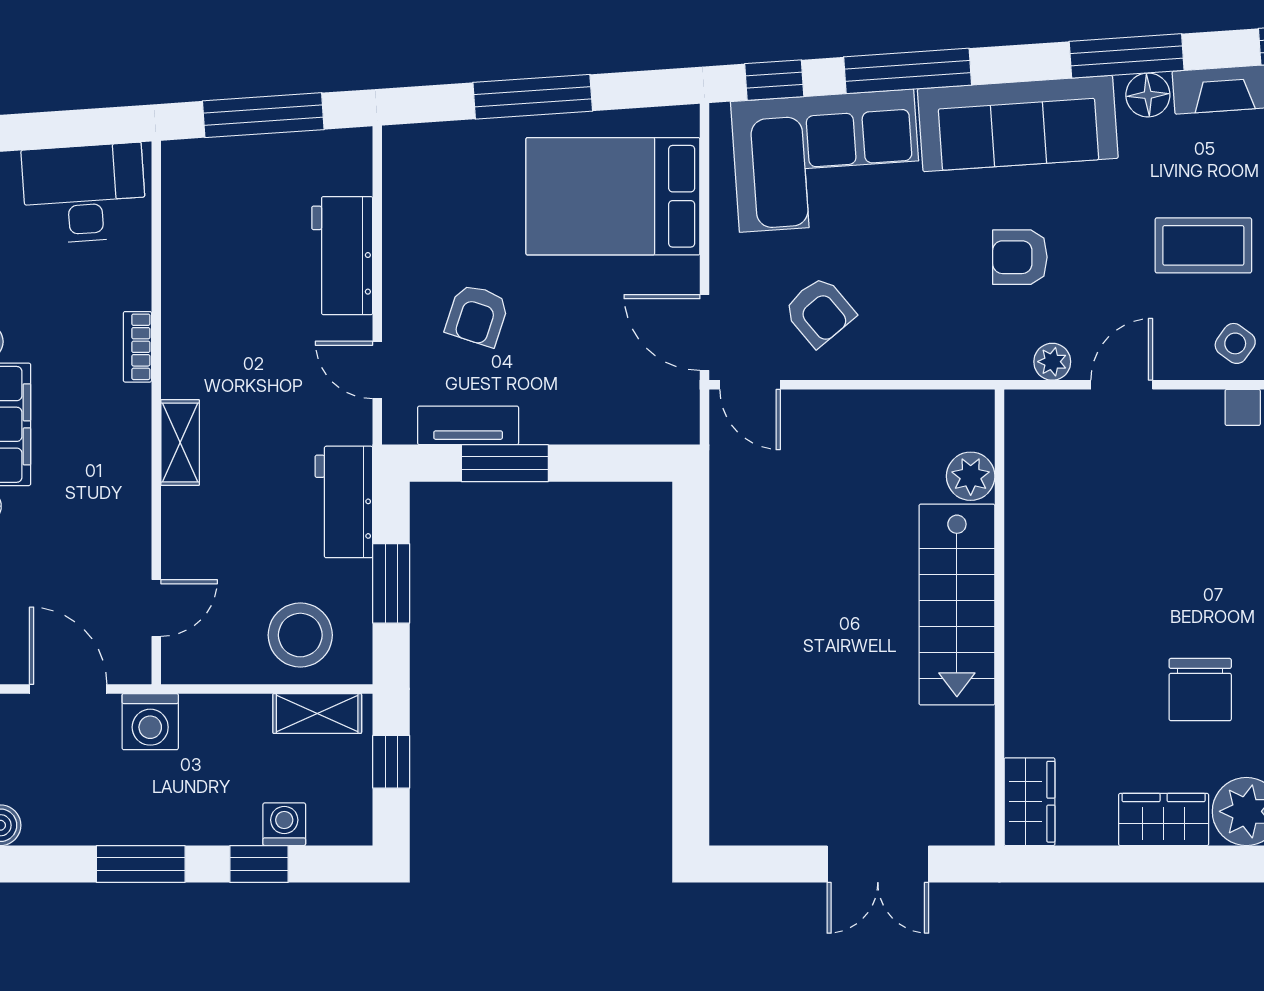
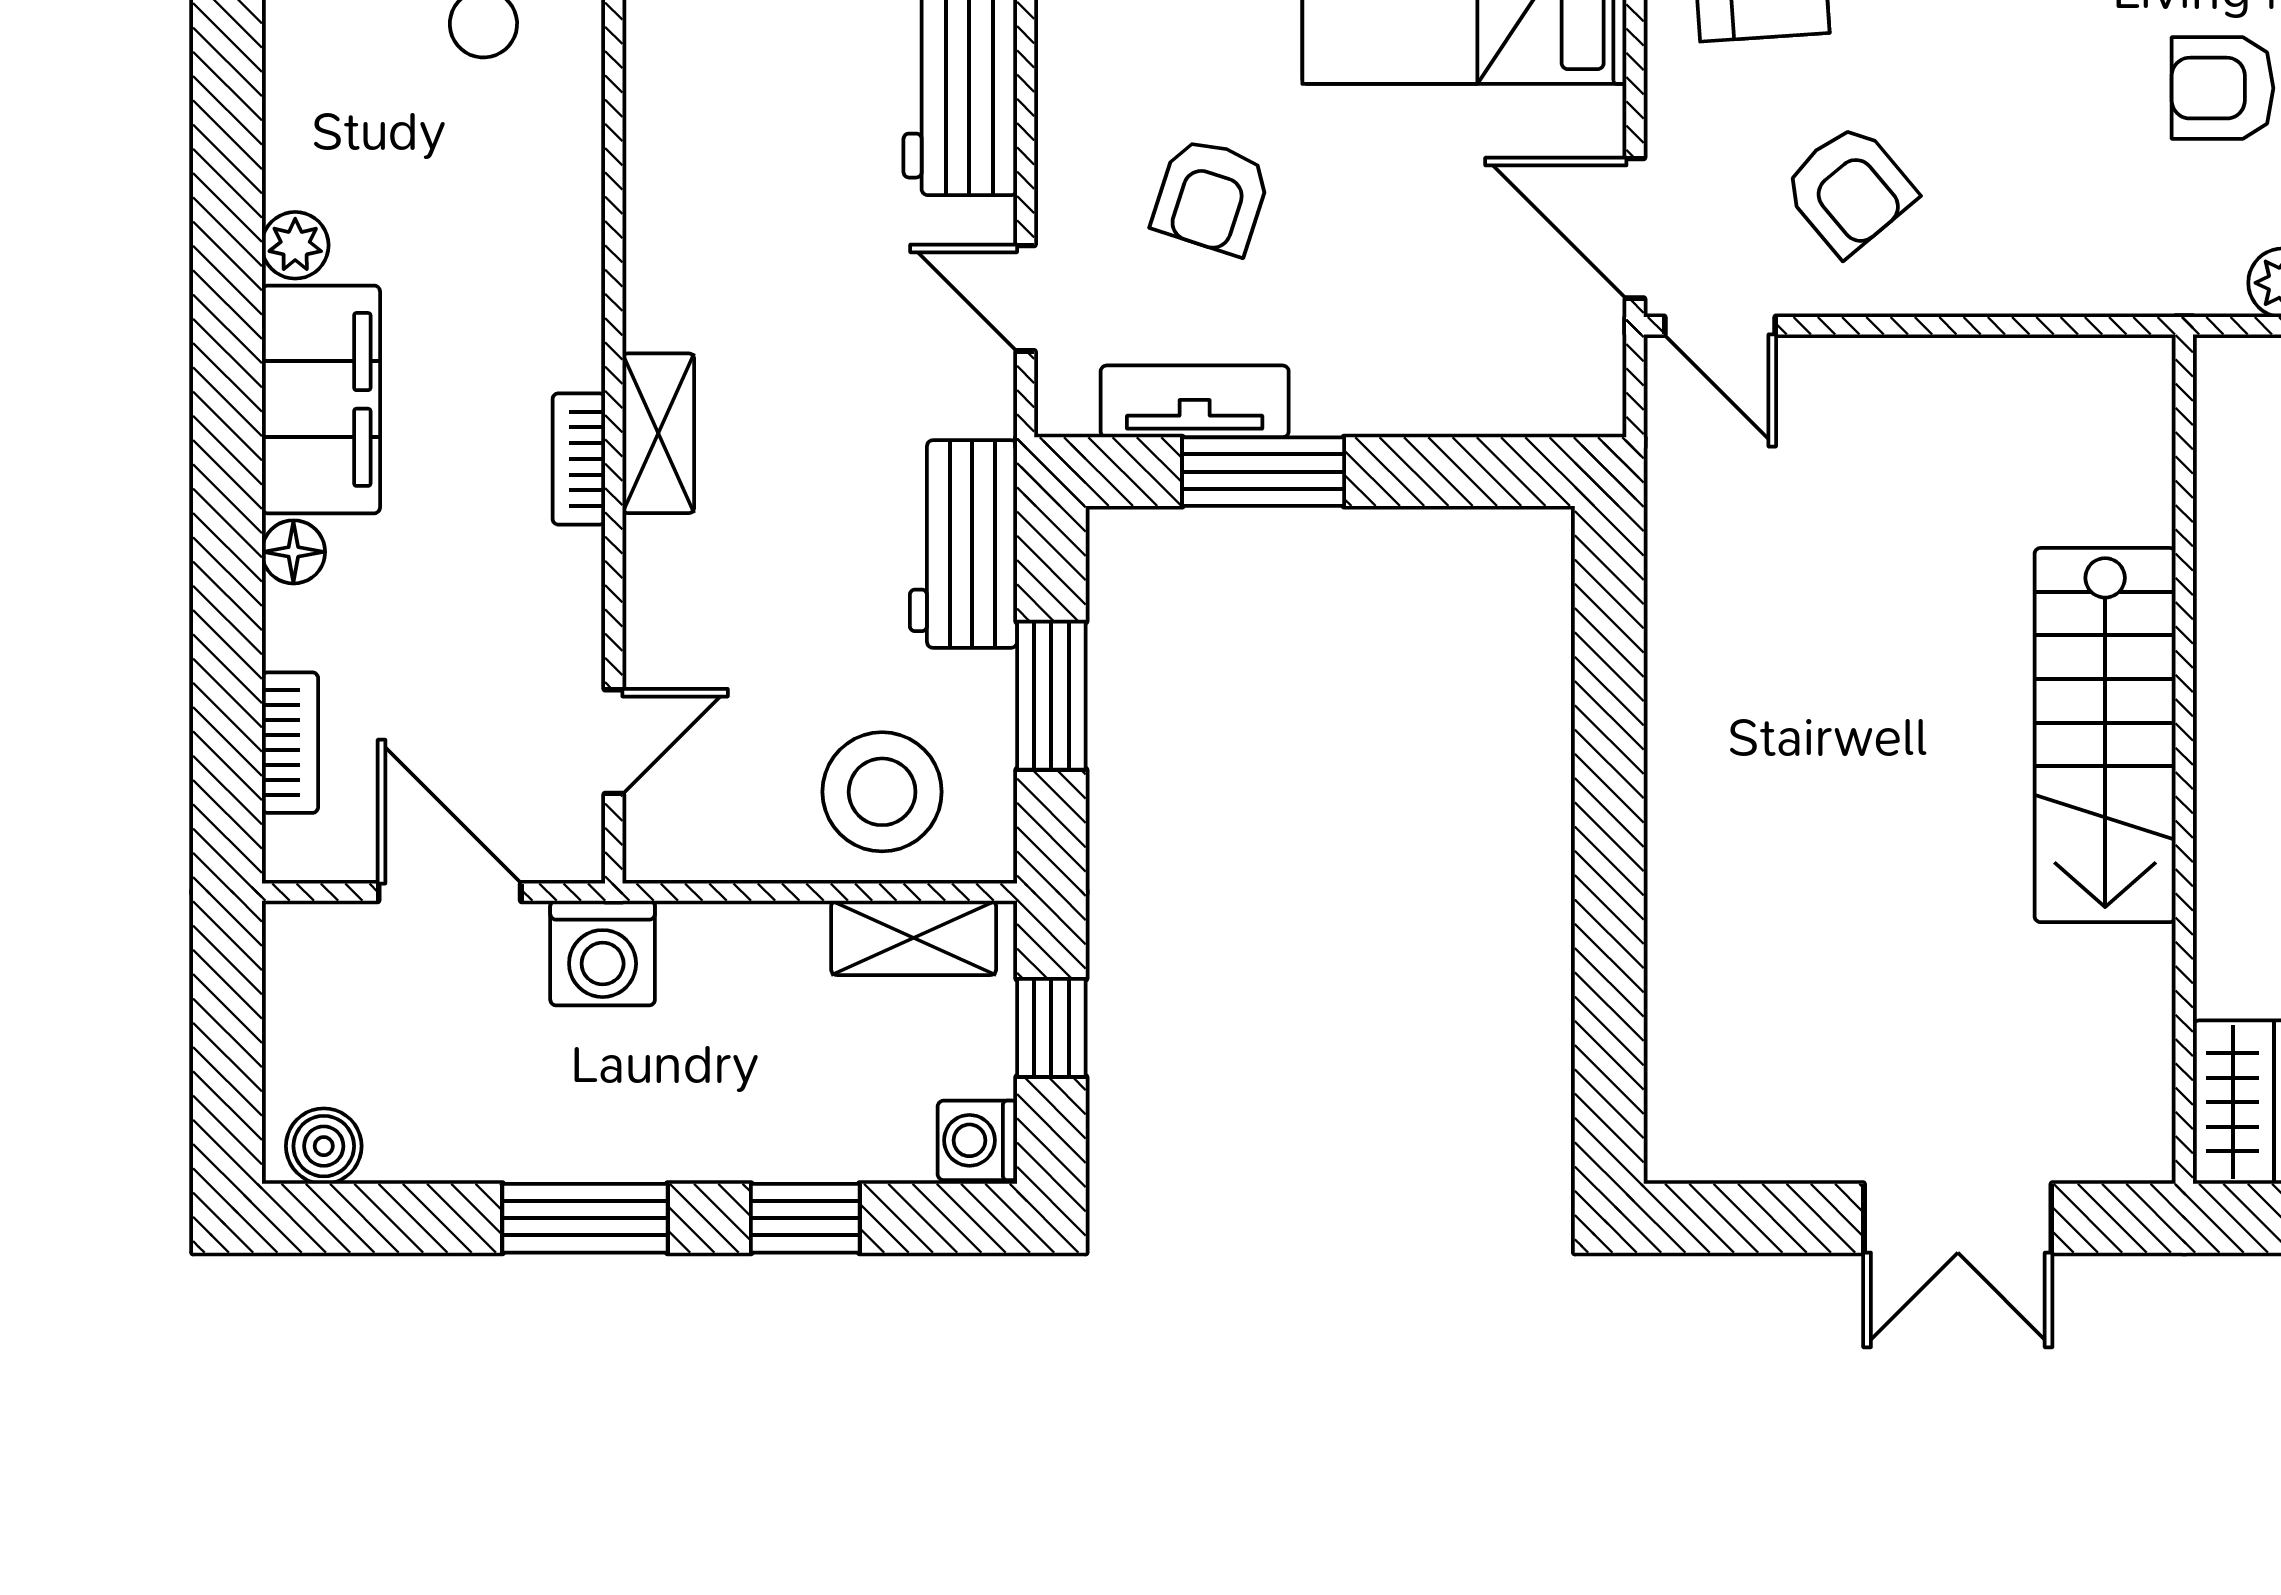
bookcase: (137, 347) -> (579, 459), moved
plant: (971, 476) -> (2131, 496), removed
washing machine: (284, 824) -> (977, 1140), moved, turned -90

